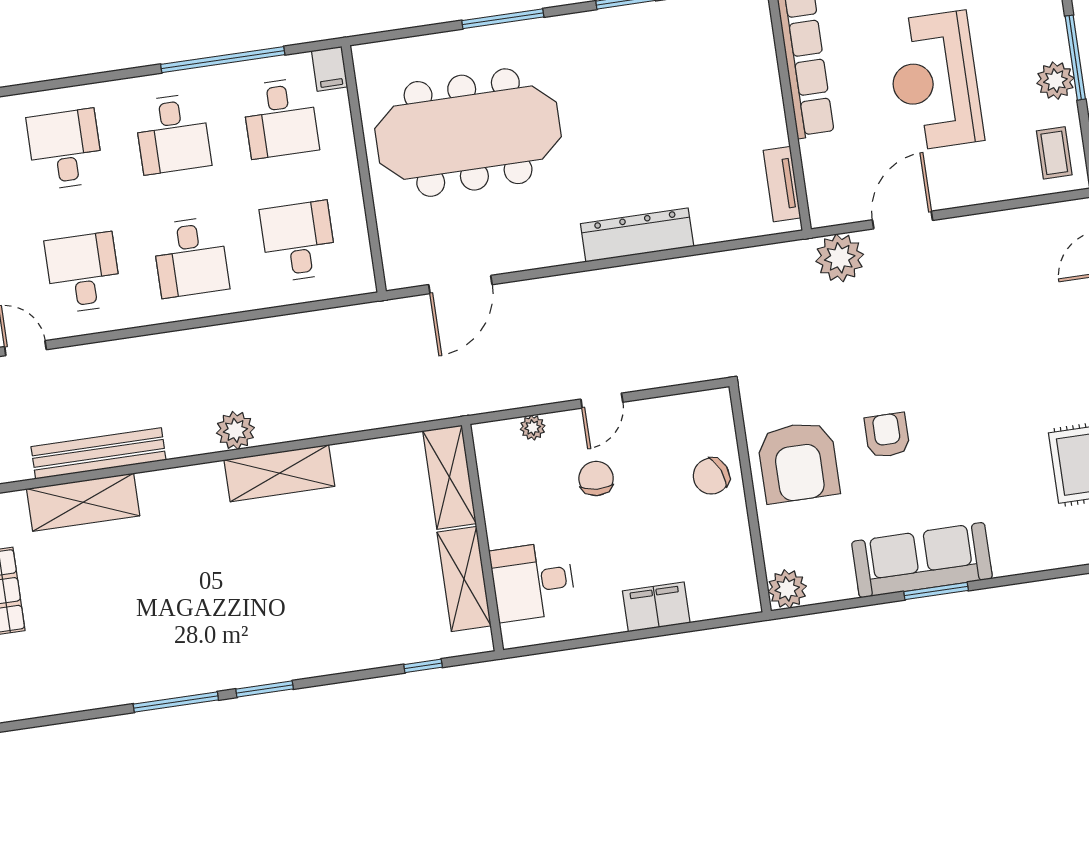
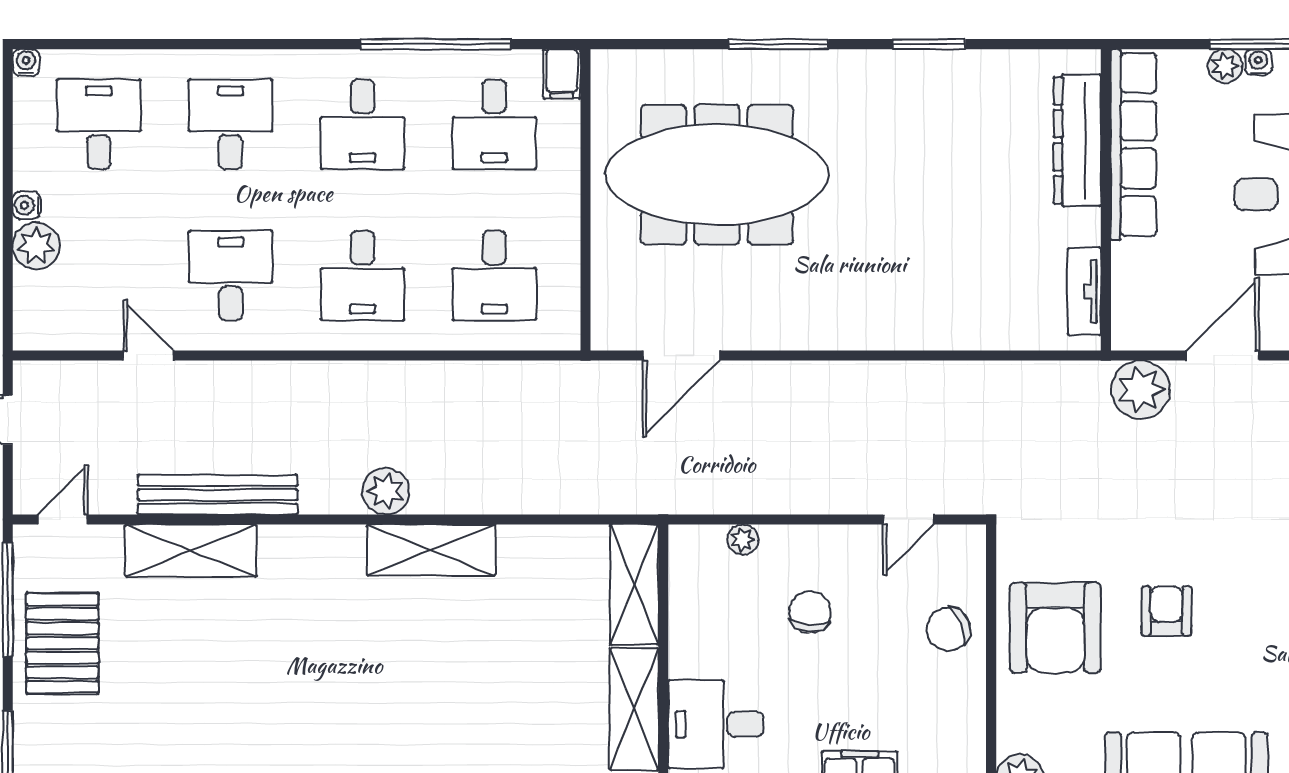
dresser: (637, 235) -> (1077, 140), moved, turned -90
desk: (298, 241) -> (494, 275), turned 180
door: (602, 401) -> (908, 519), moved

